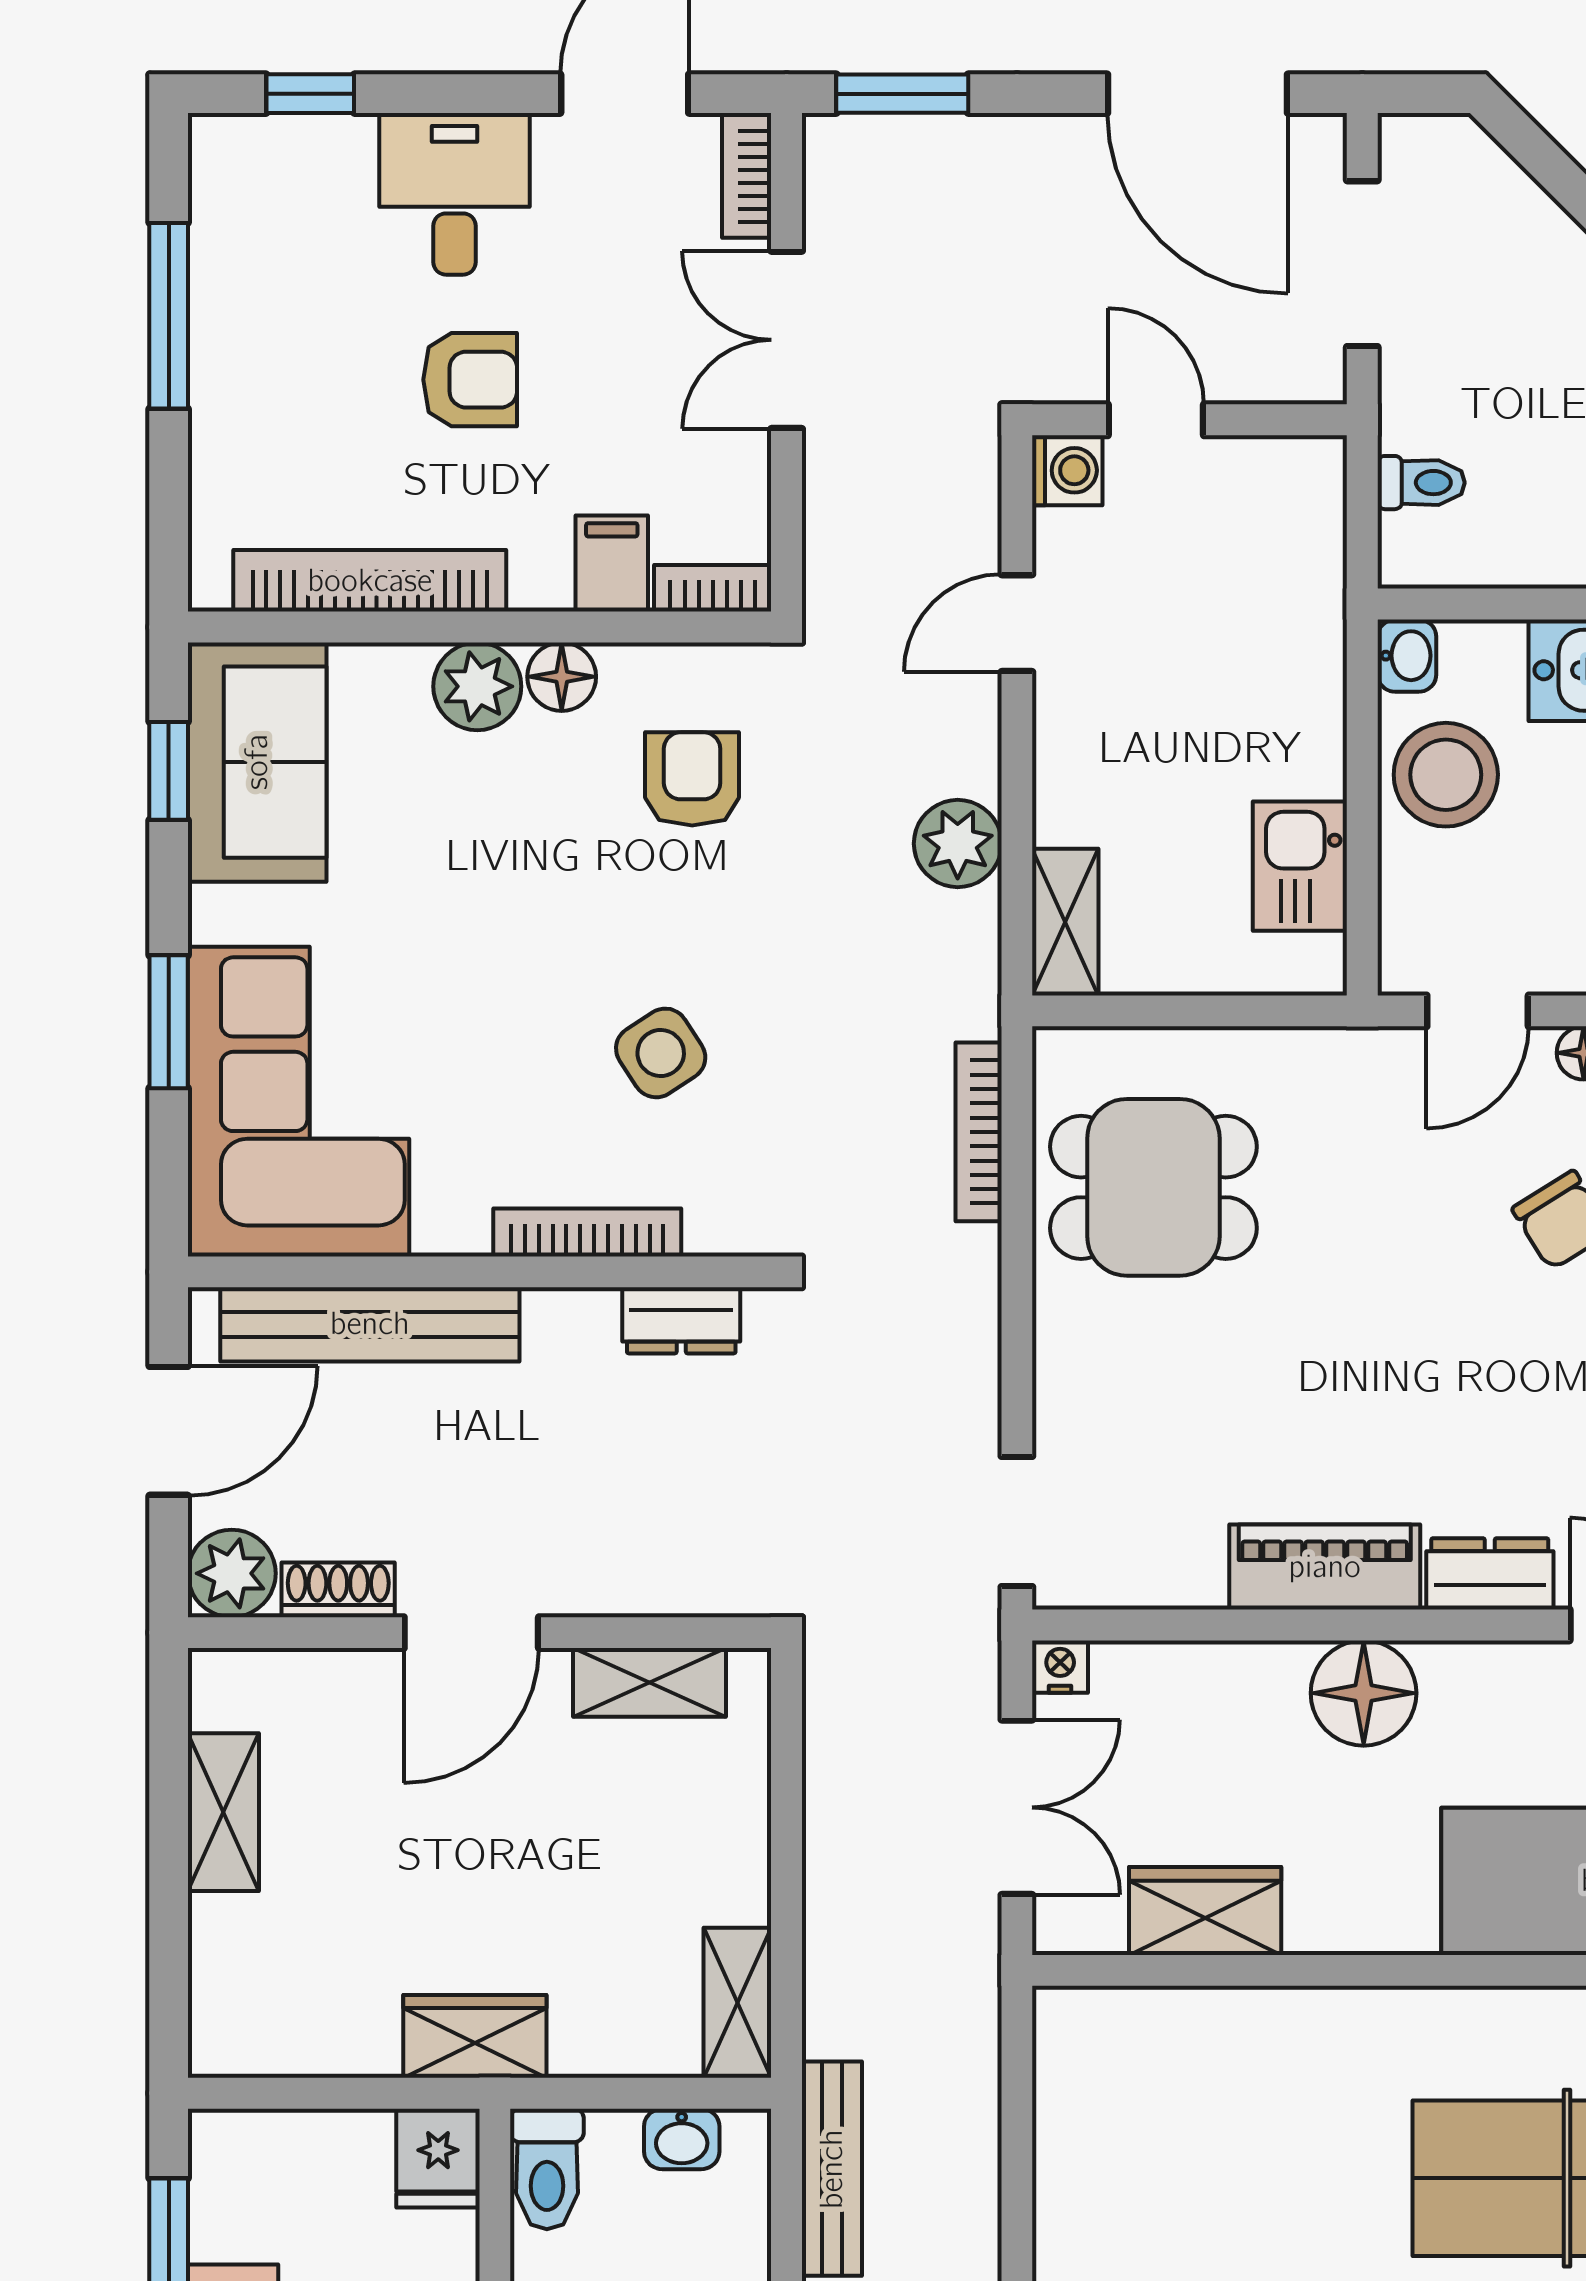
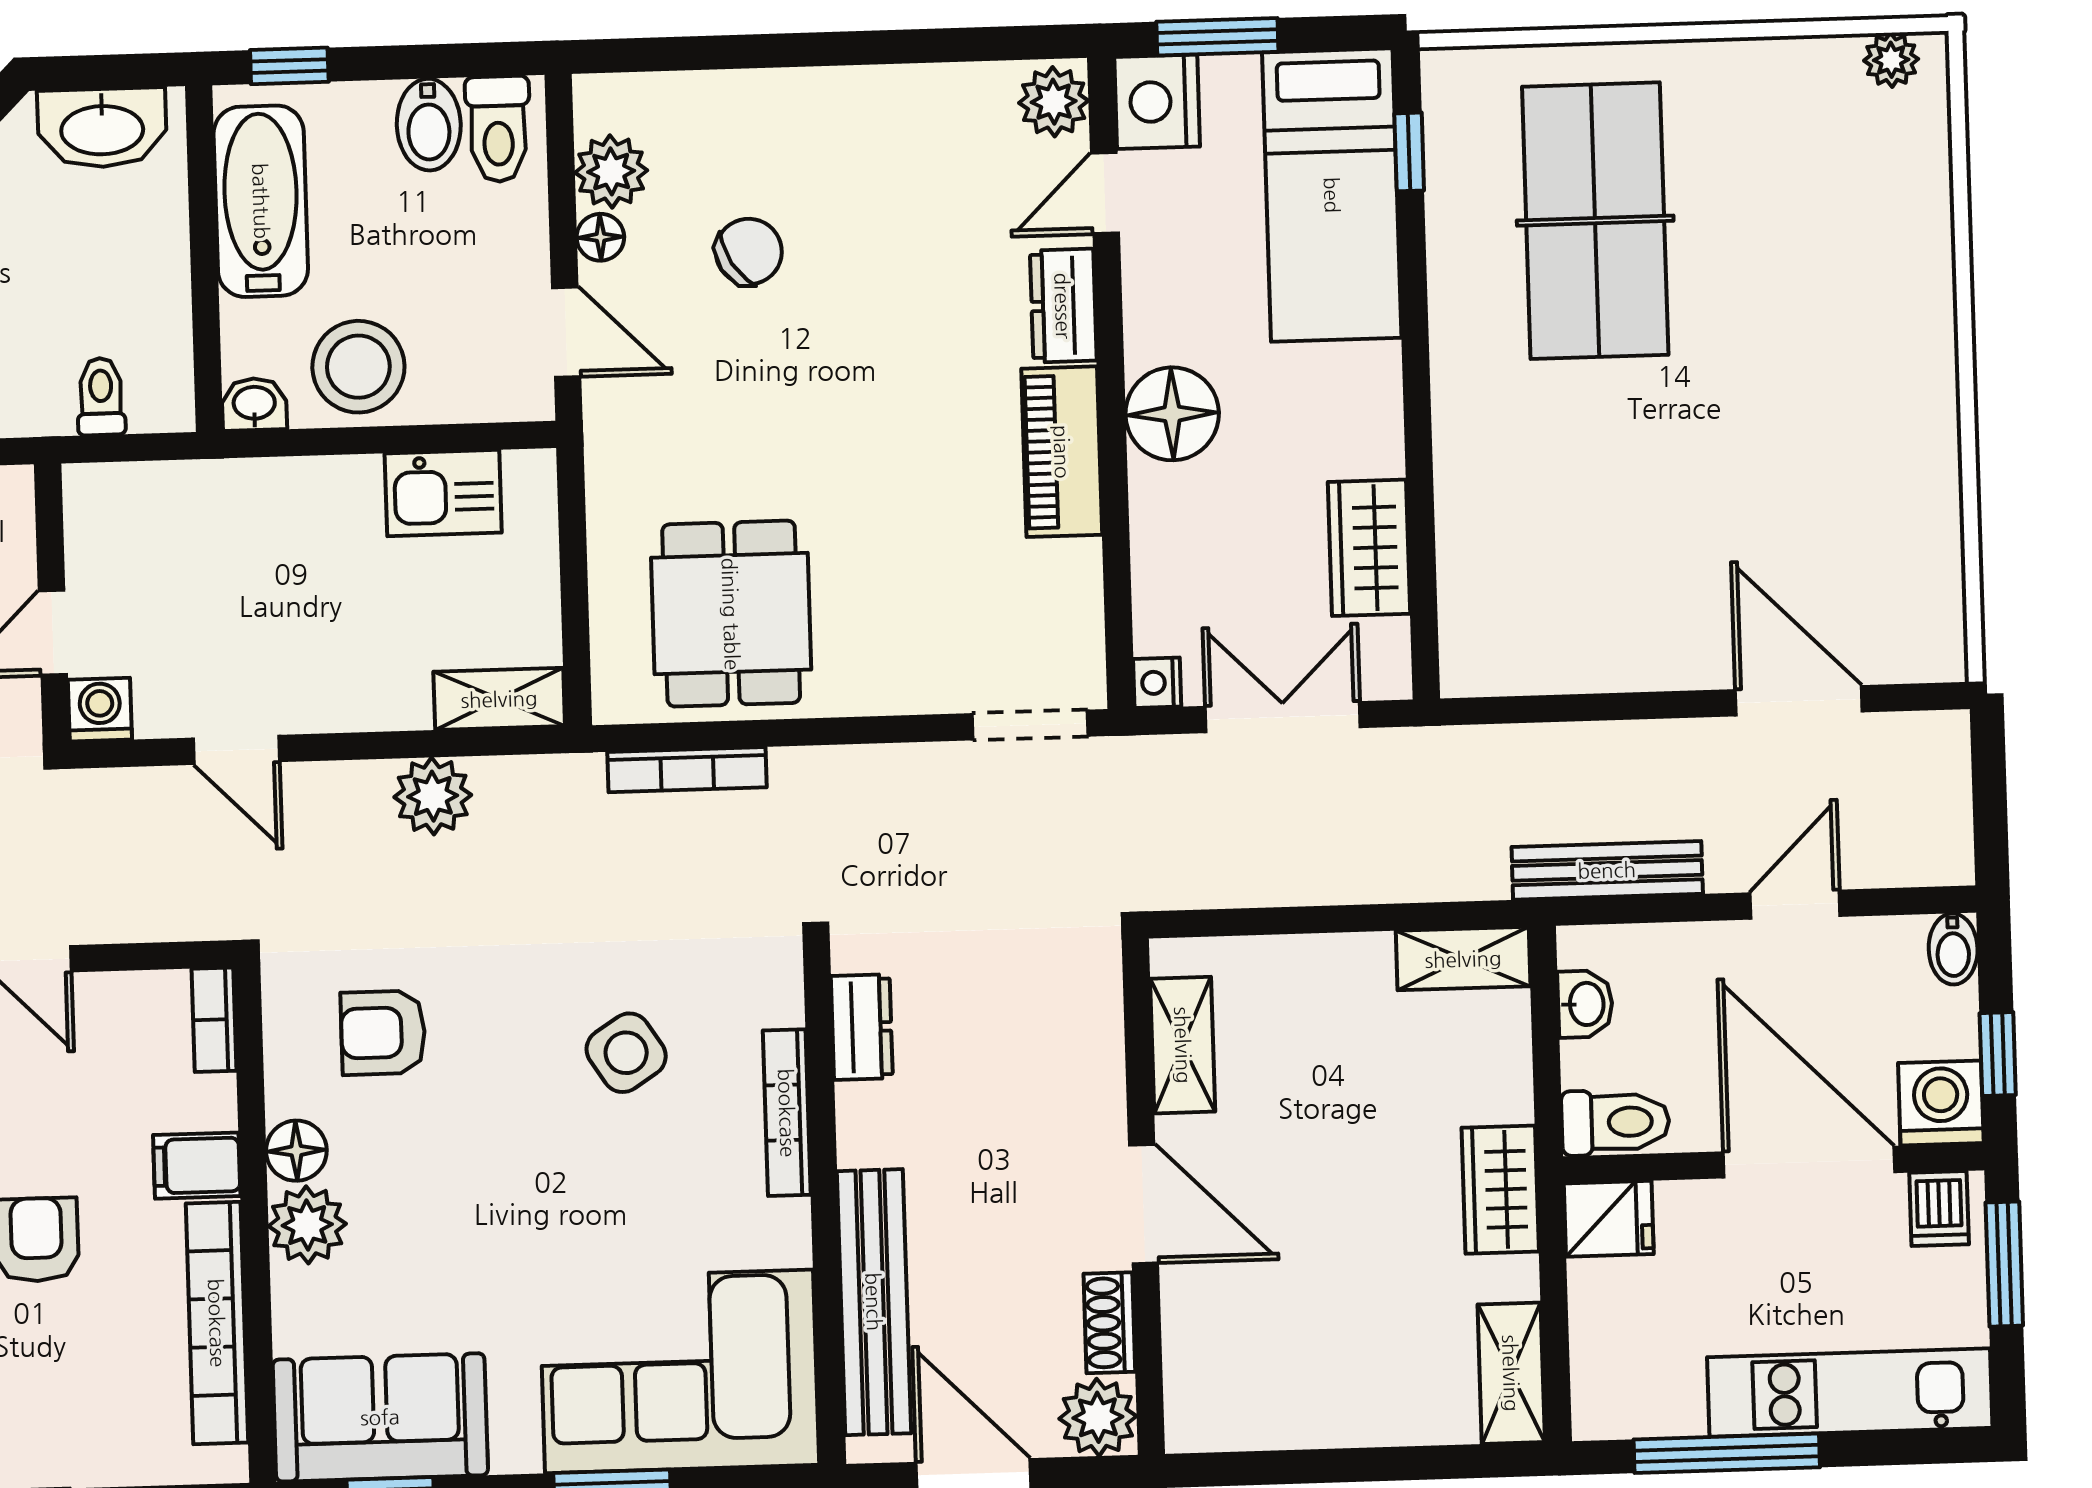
filing cabinet: (612, 564) -> (197, 1166), moved
shelving: (223, 1812) -> (1511, 1373), moved, turned 90

